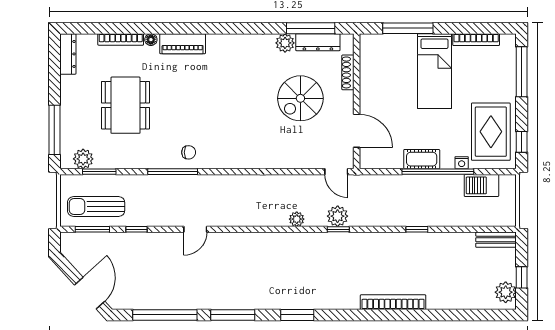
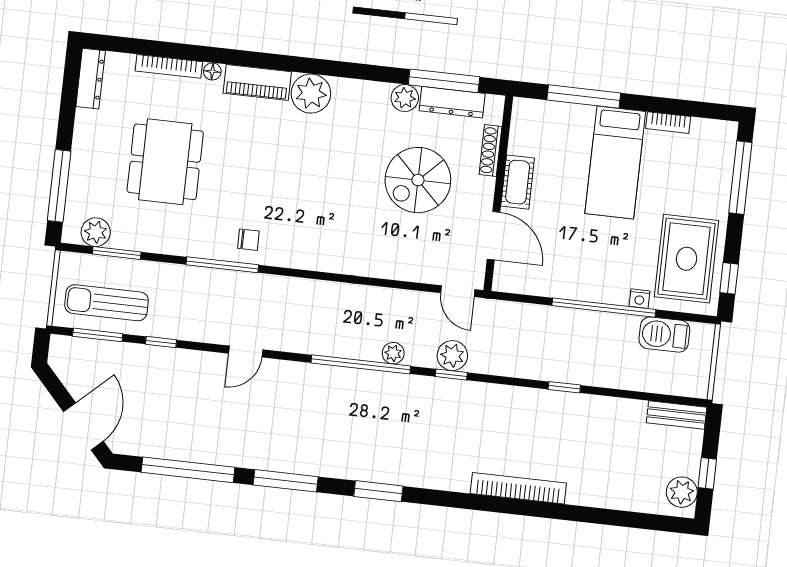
bookcase: (476, 40) -> (668, 123), width x0.64
plant: (220, 47) -> (311, 94), added
cot: (422, 159) -> (518, 182), moved, turned 90
window: (275, 229) -> (361, 364), added

